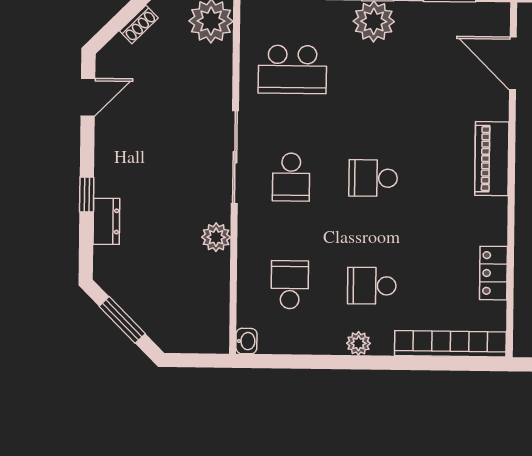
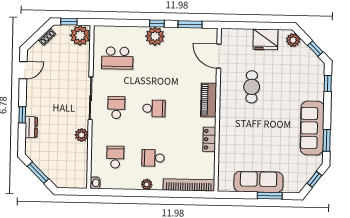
school desk: (291, 177) -> (116, 108), turned 180
school desk: (373, 178) -> (154, 108), turned 180
locker: (493, 273) -> (209, 139), moved

